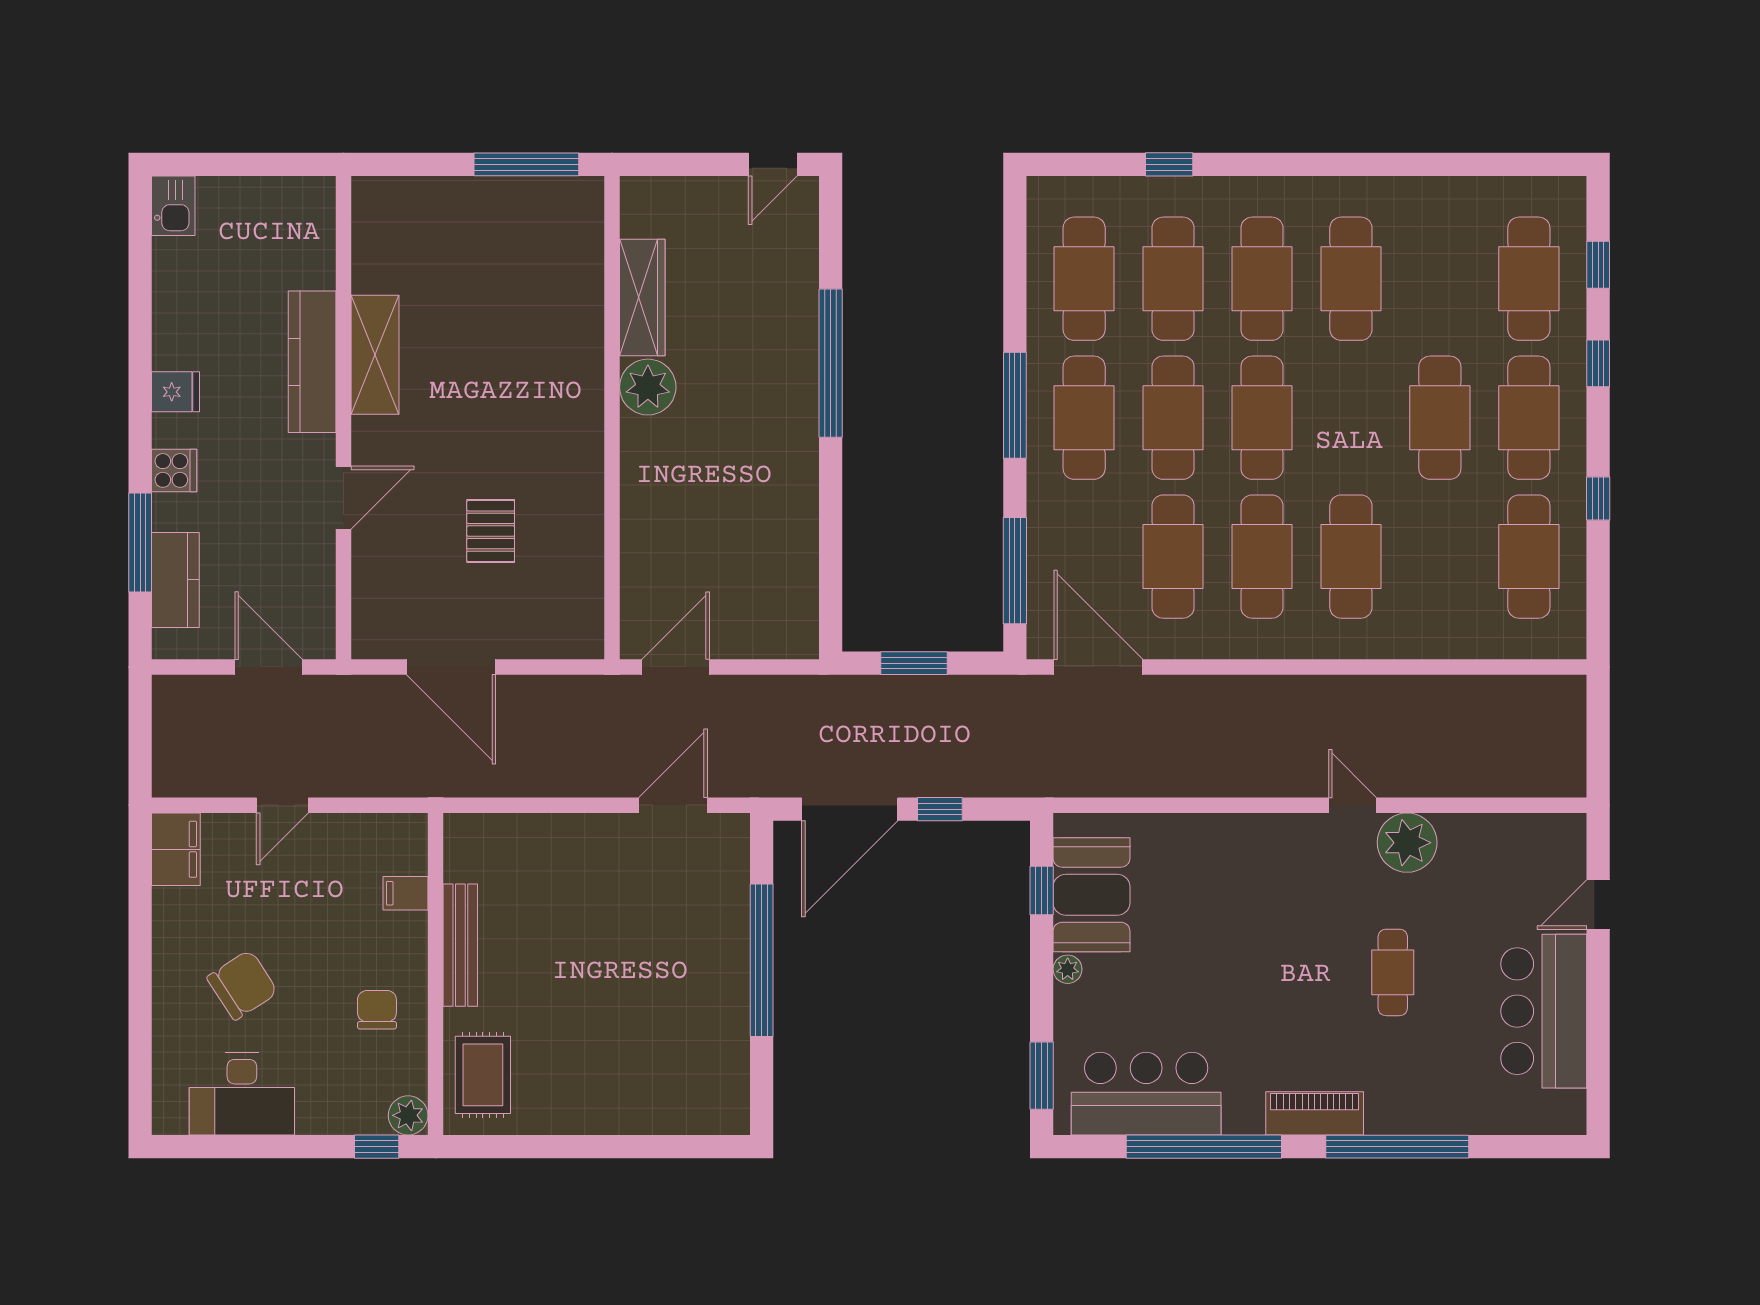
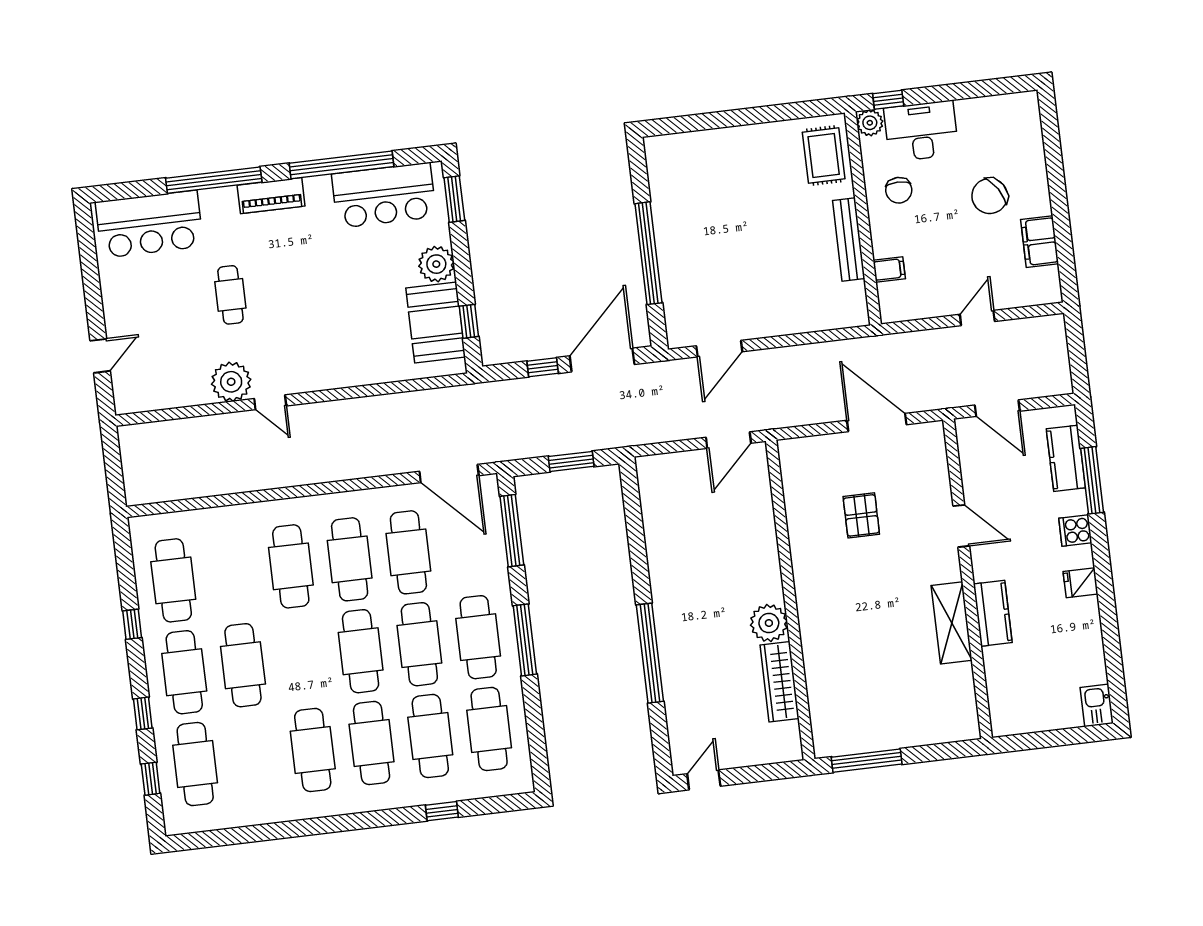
kitchen counter: (312, 362) -> (993, 613), width x0.67
door: (343, 498) -> (961, 526), swing flipped
filing cabinet: (176, 849) -> (1040, 242), moved
plant: (1068, 969) -> (436, 264), width x1.87, depth x1.87
bar counter: (1544, 1011) -> (149, 224), moved, turned 90
desk: (242, 1094) -> (921, 131), moved

